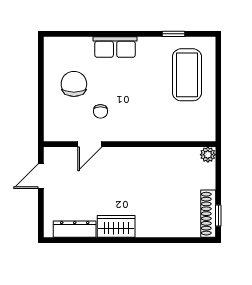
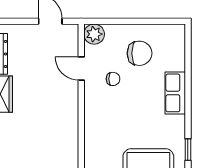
chair: (100, 111) -> (113, 79), turned 180
plant: (54, 131) -> (94, 34), added

